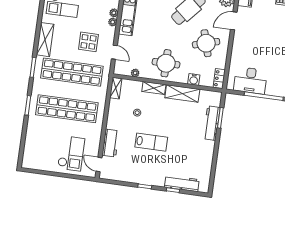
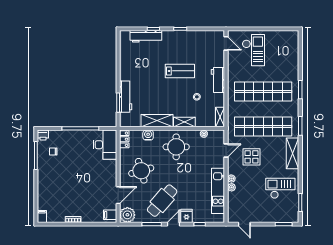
door: (114, 52) -> (226, 150), swing flipped
desk: (250, 80) -> (105, 145), moved, turned 90
lab bench: (151, 142) -> (180, 71), turned 180
workbench: (110, 143) -> (218, 80), moved
checkout: (71, 153) -> (253, 50), turned 180

